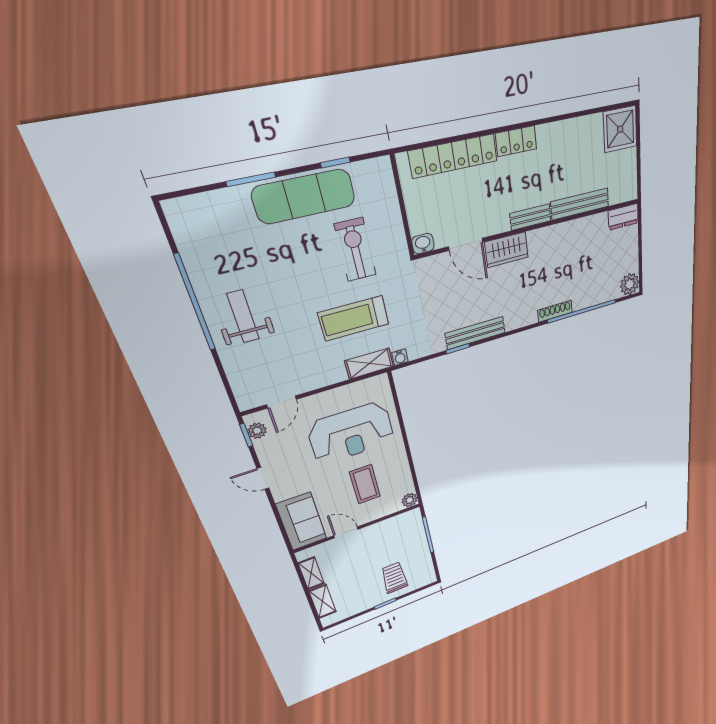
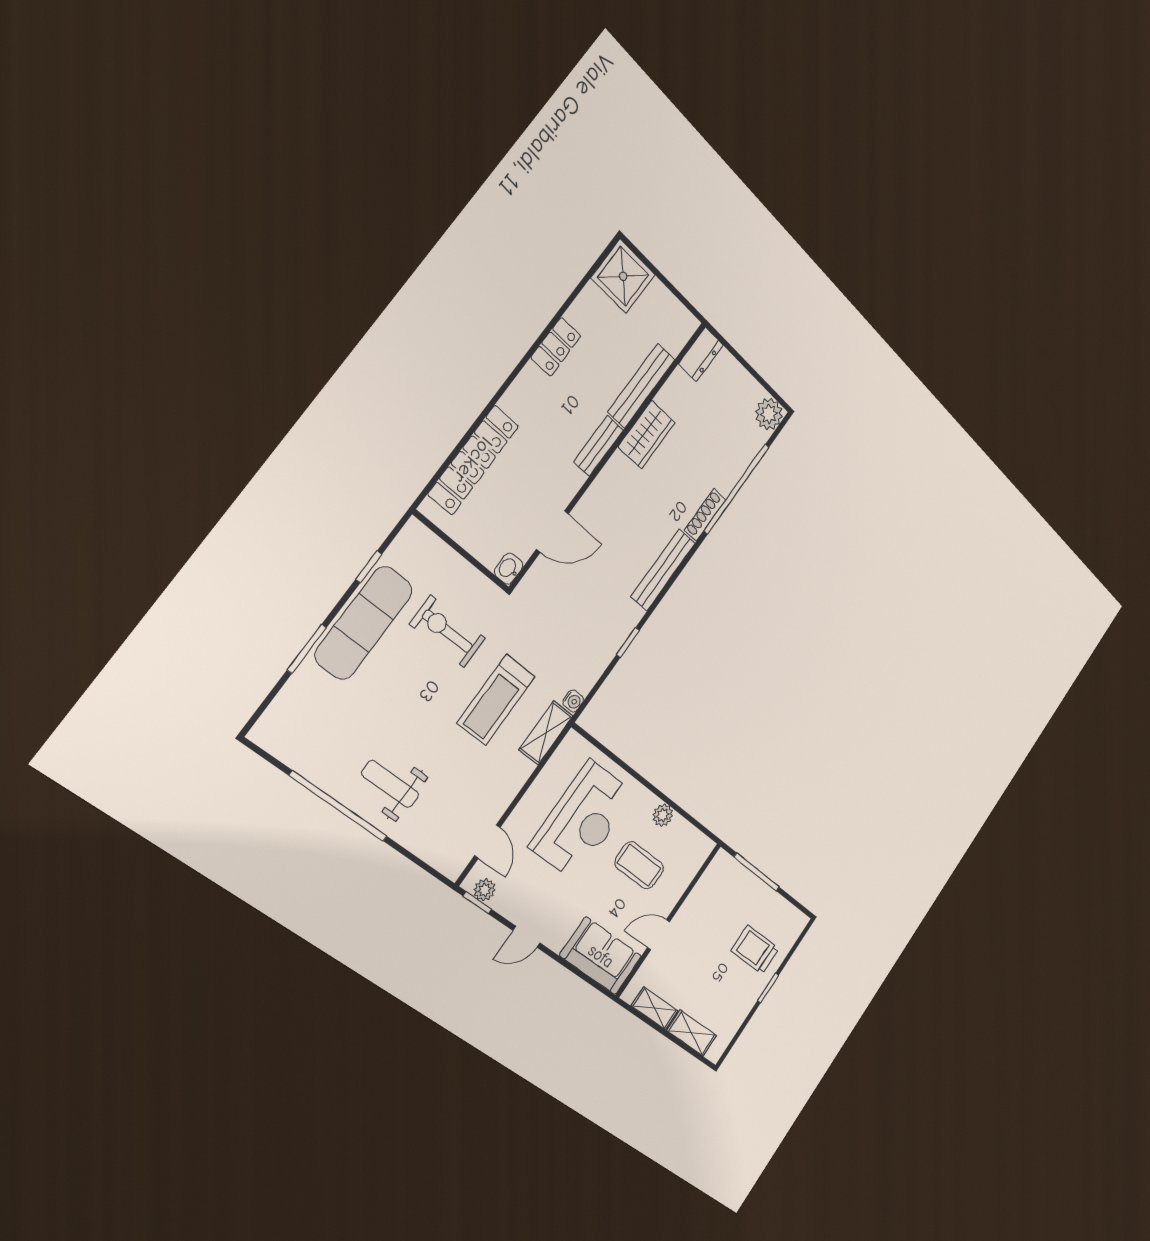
locker: (516, 141) -> (556, 347), moved
wardrobe: (506, 250) -> (647, 435), moved
bench: (475, 333) -> (663, 570), moved
plant: (410, 500) -> (663, 815), moved

